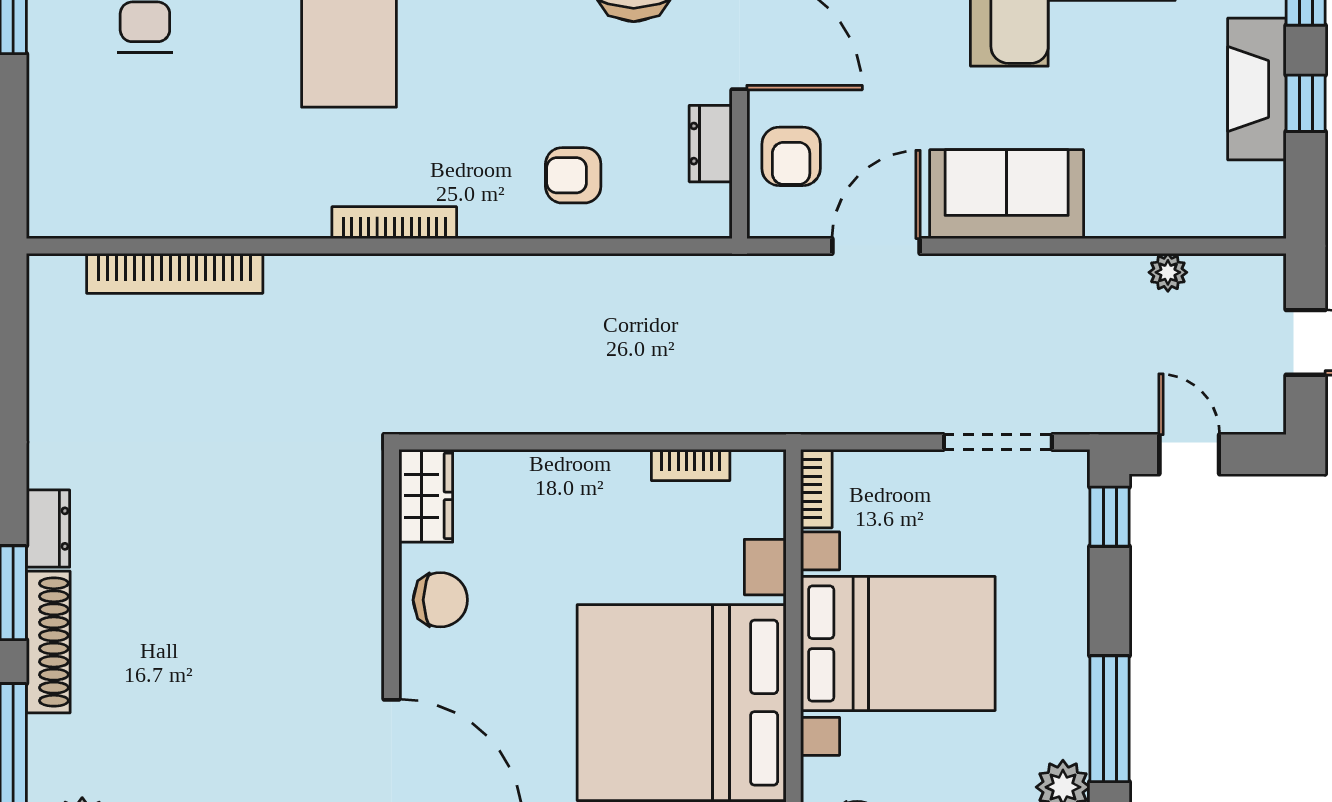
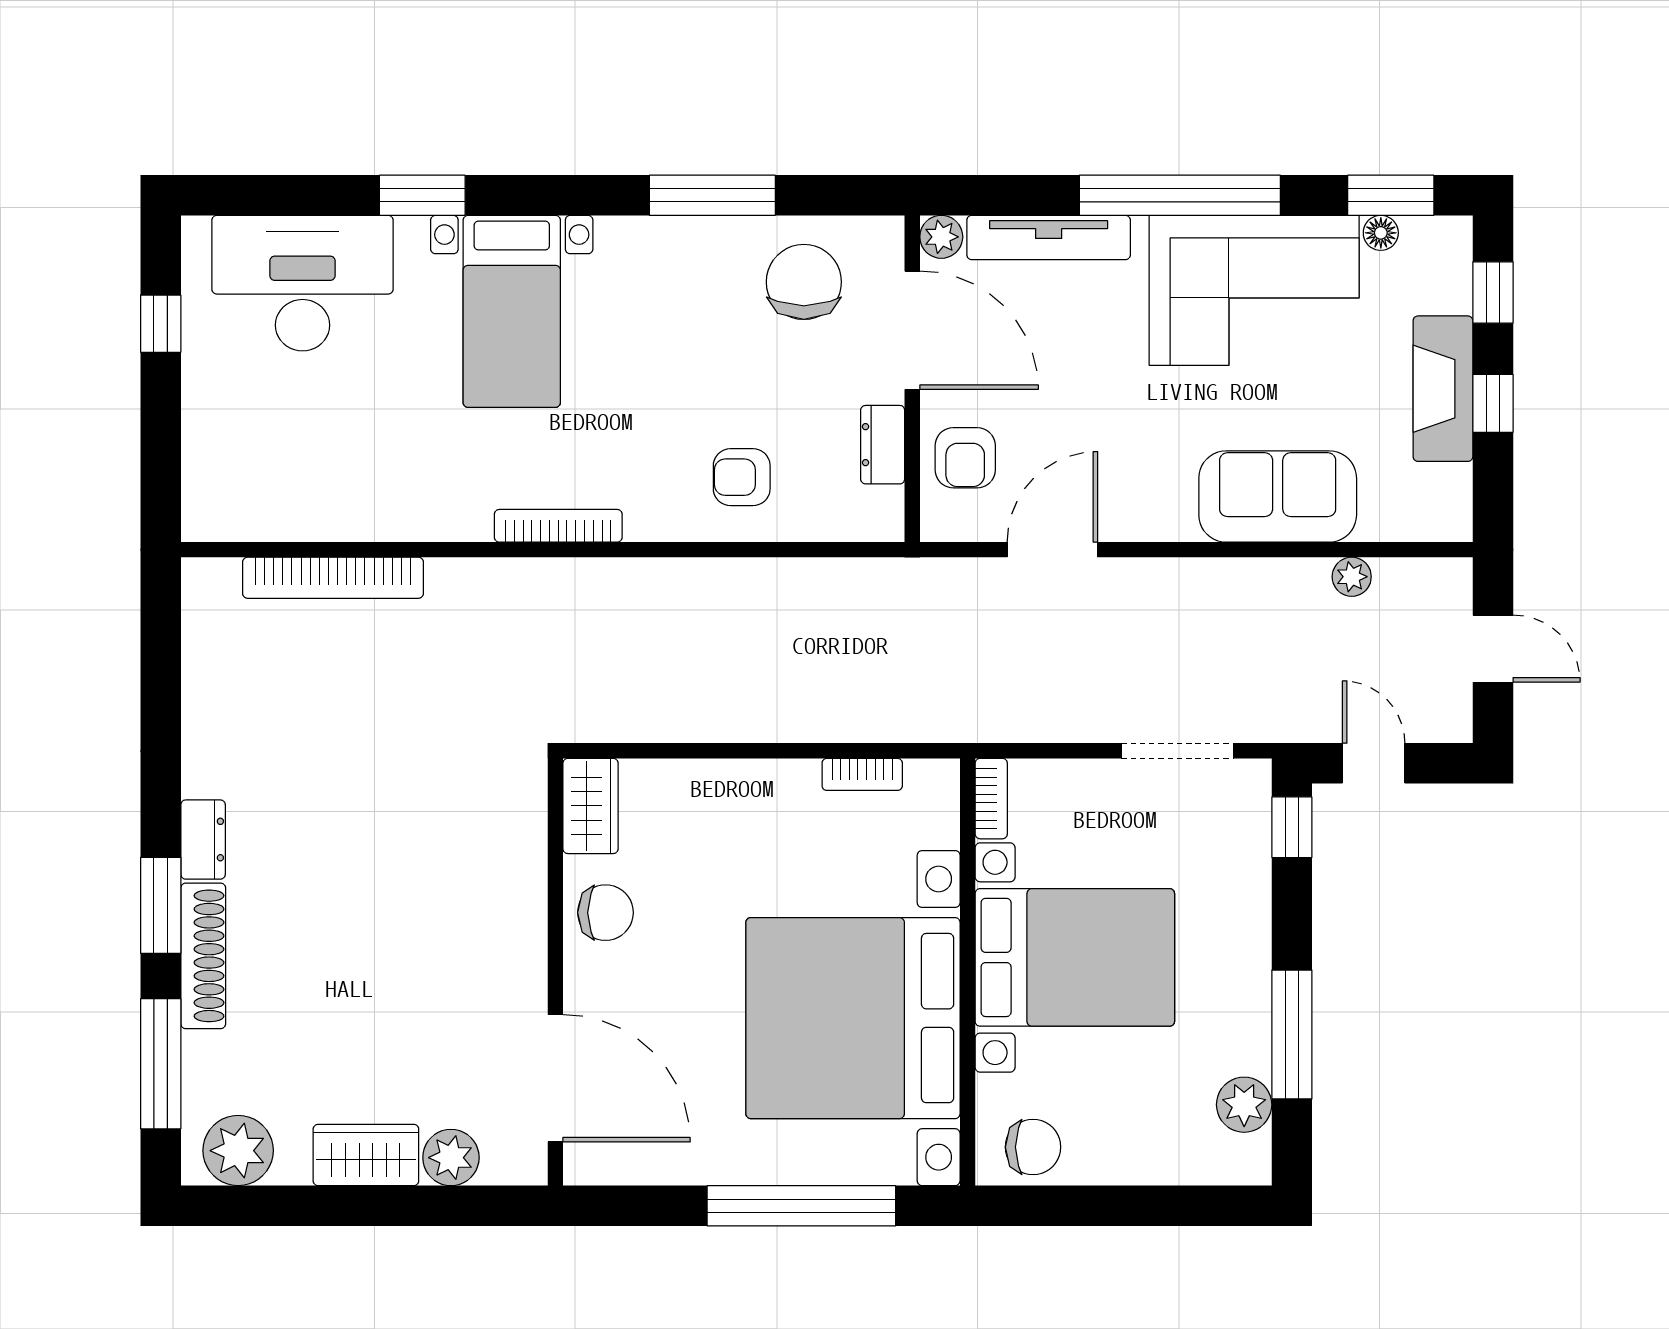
sofa: (1007, 194) -> (1278, 497), moved

